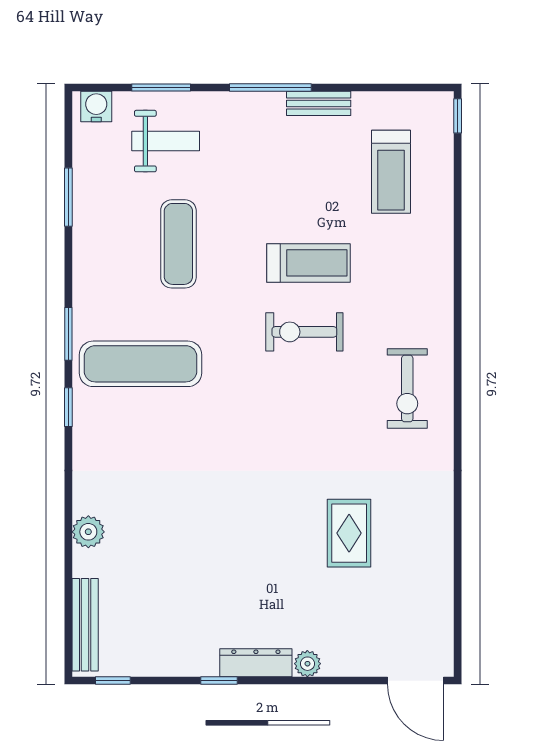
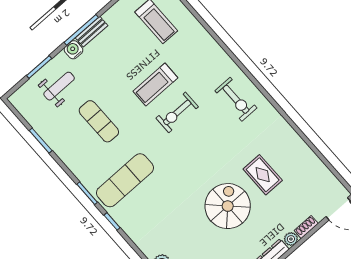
bench: (319, 103) -> (92, 32), moved
water cooler: (96, 107) -> (73, 50), moved
treadmill: (308, 263) -> (155, 84), turned 180
spiral stairs: (257, 534) -> (228, 206), added
shoe rack: (345, 666) -> (306, 227), added

